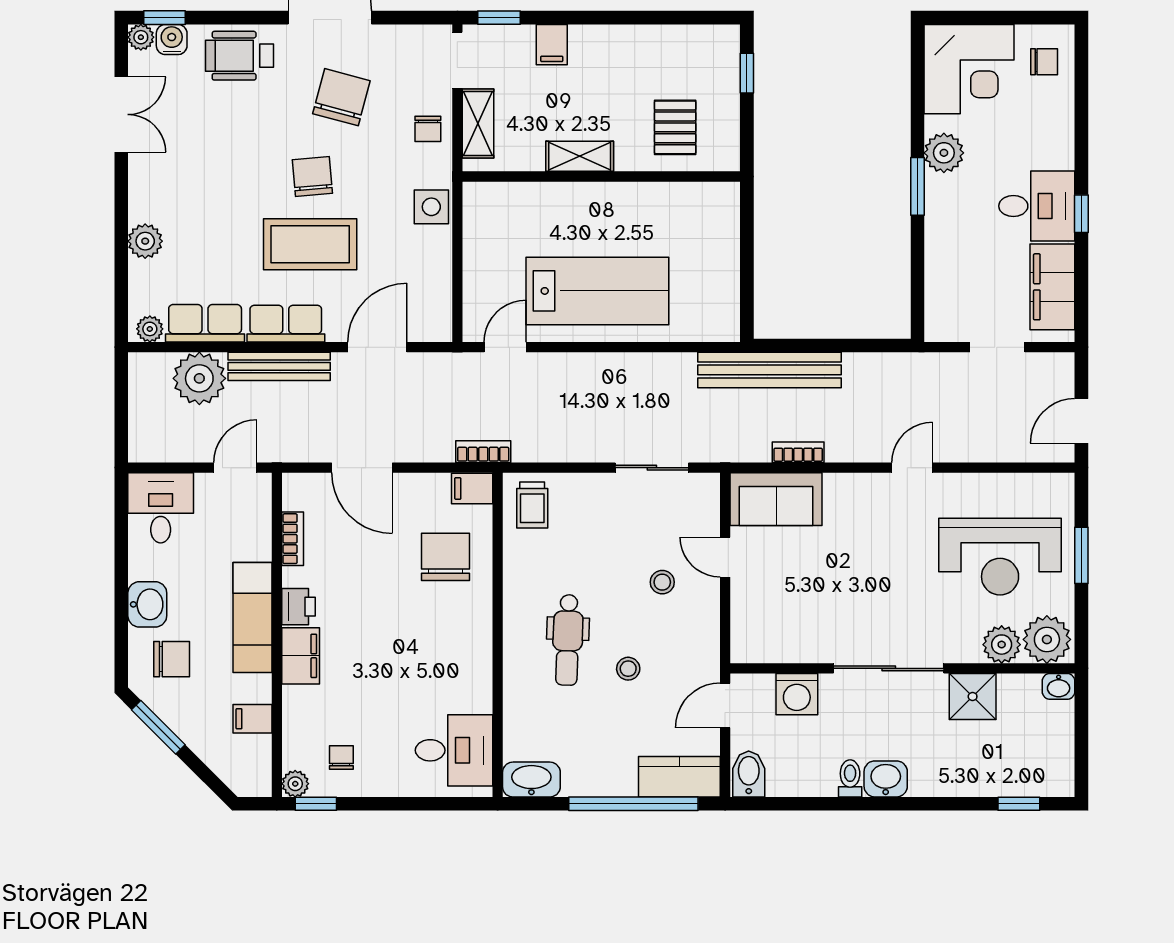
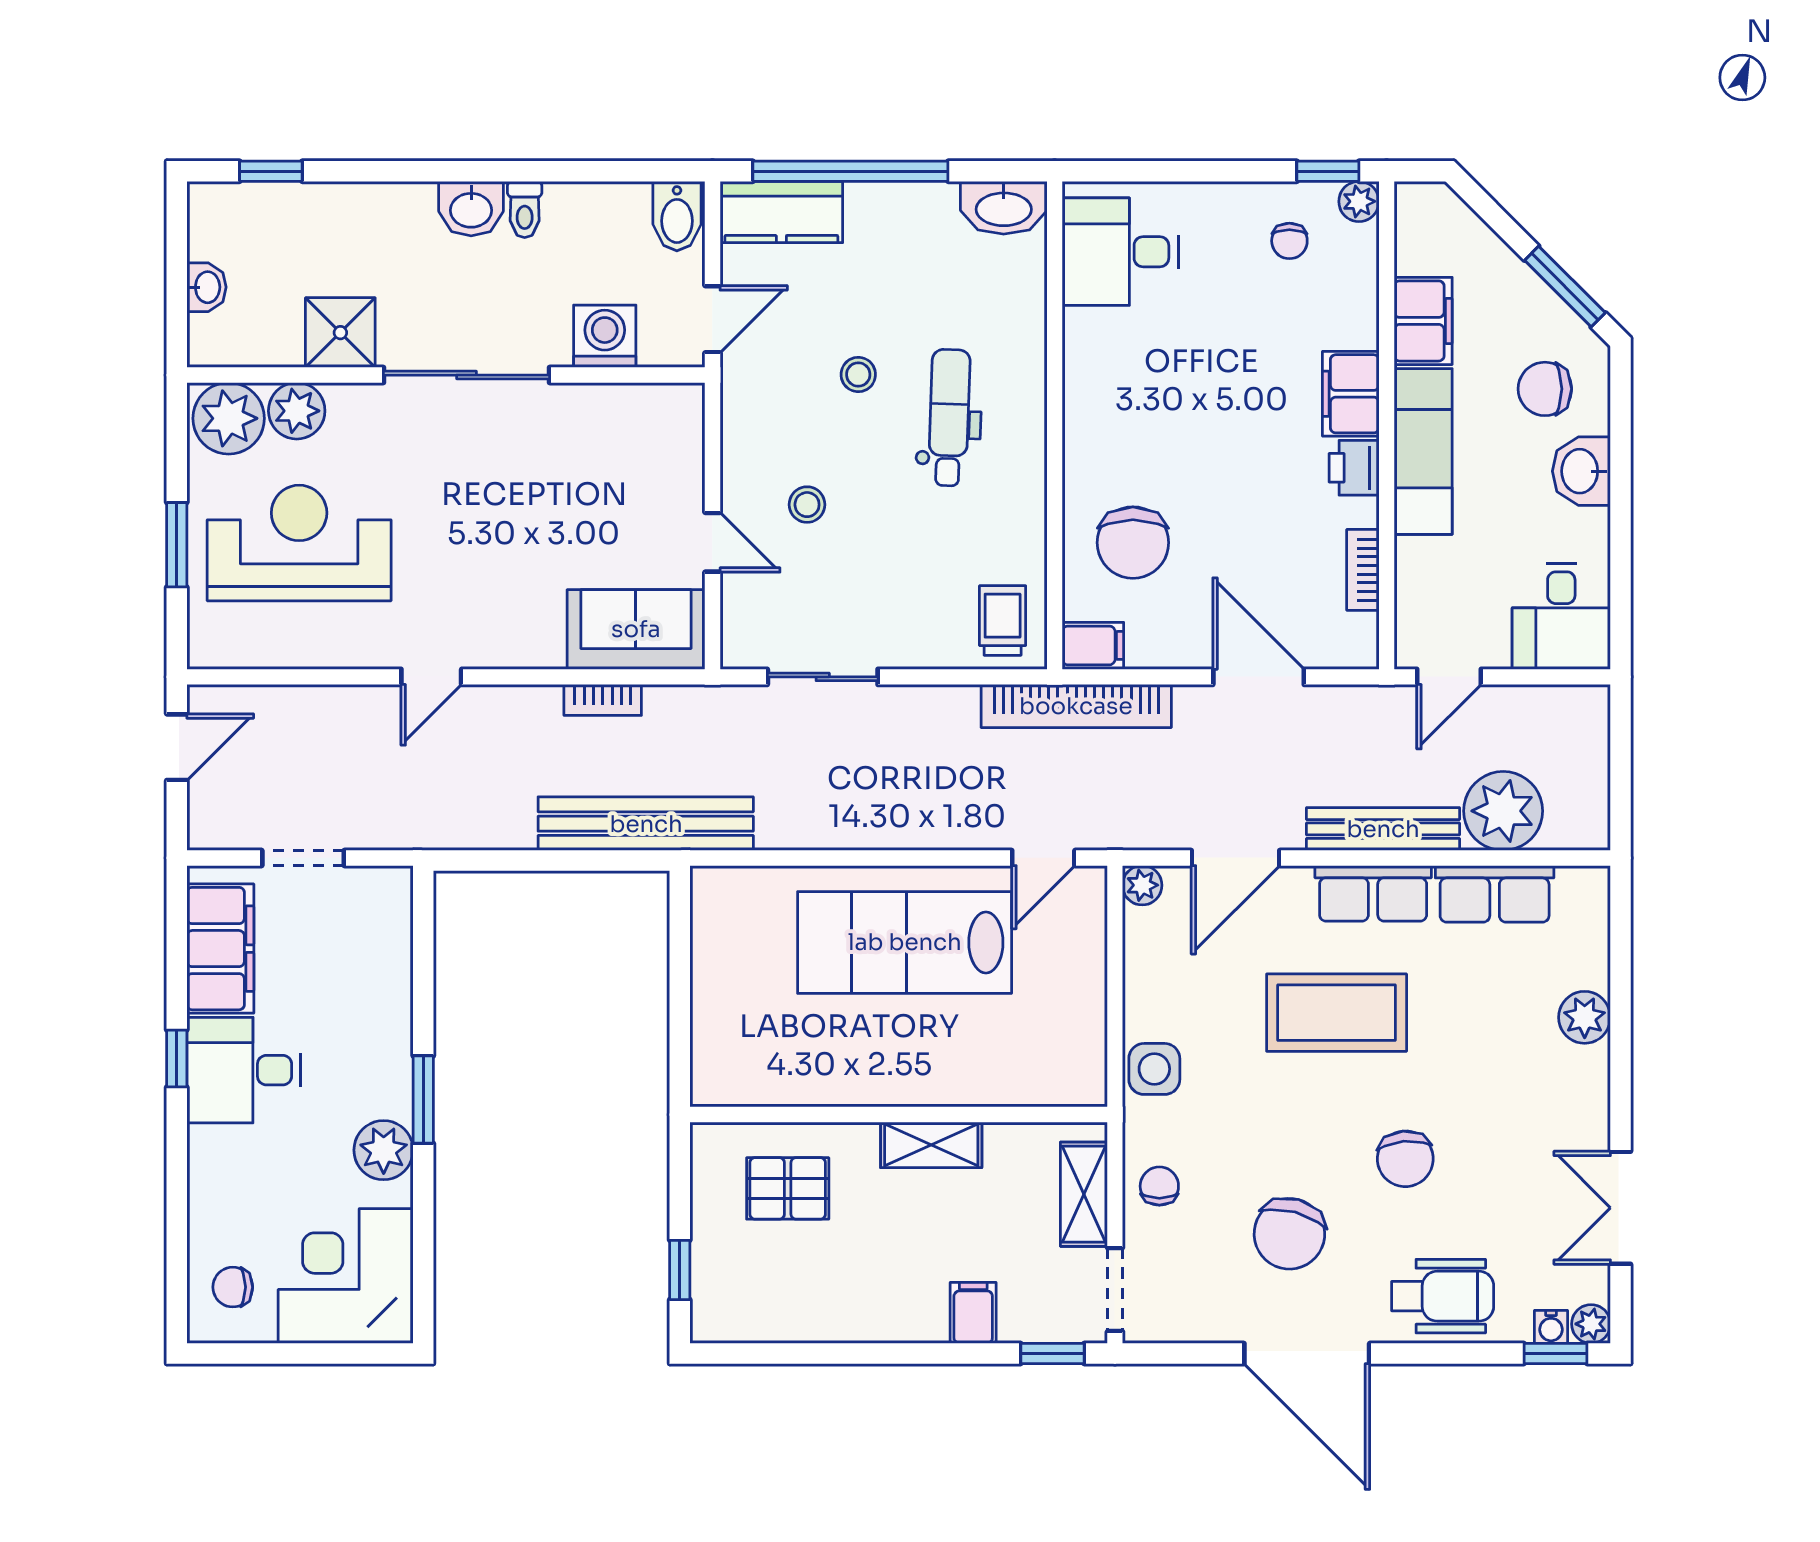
water cooler: (172, 39) -> (1551, 1327), width x0.72, depth x0.72
pallet: (675, 127) -> (788, 1188), turned 90
chair: (312, 177) -> (1405, 1159), moved
plant: (150, 329) -> (1142, 885), moved
bookcase: (483, 452) -> (1076, 706), width x2.31, depth x1.31
washbasin: (1059, 686) -> (206, 287), moved, turned 90
filing cabinet: (252, 719) -> (1423, 321), width x2.00

